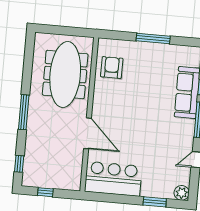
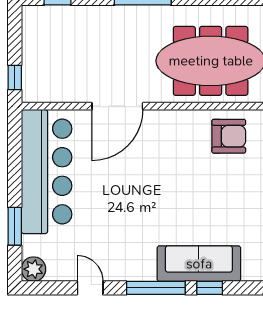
bar counter: (113, 179) -> (47, 172), width x1.36
window: (45, 192) -> (15, 77), moved

